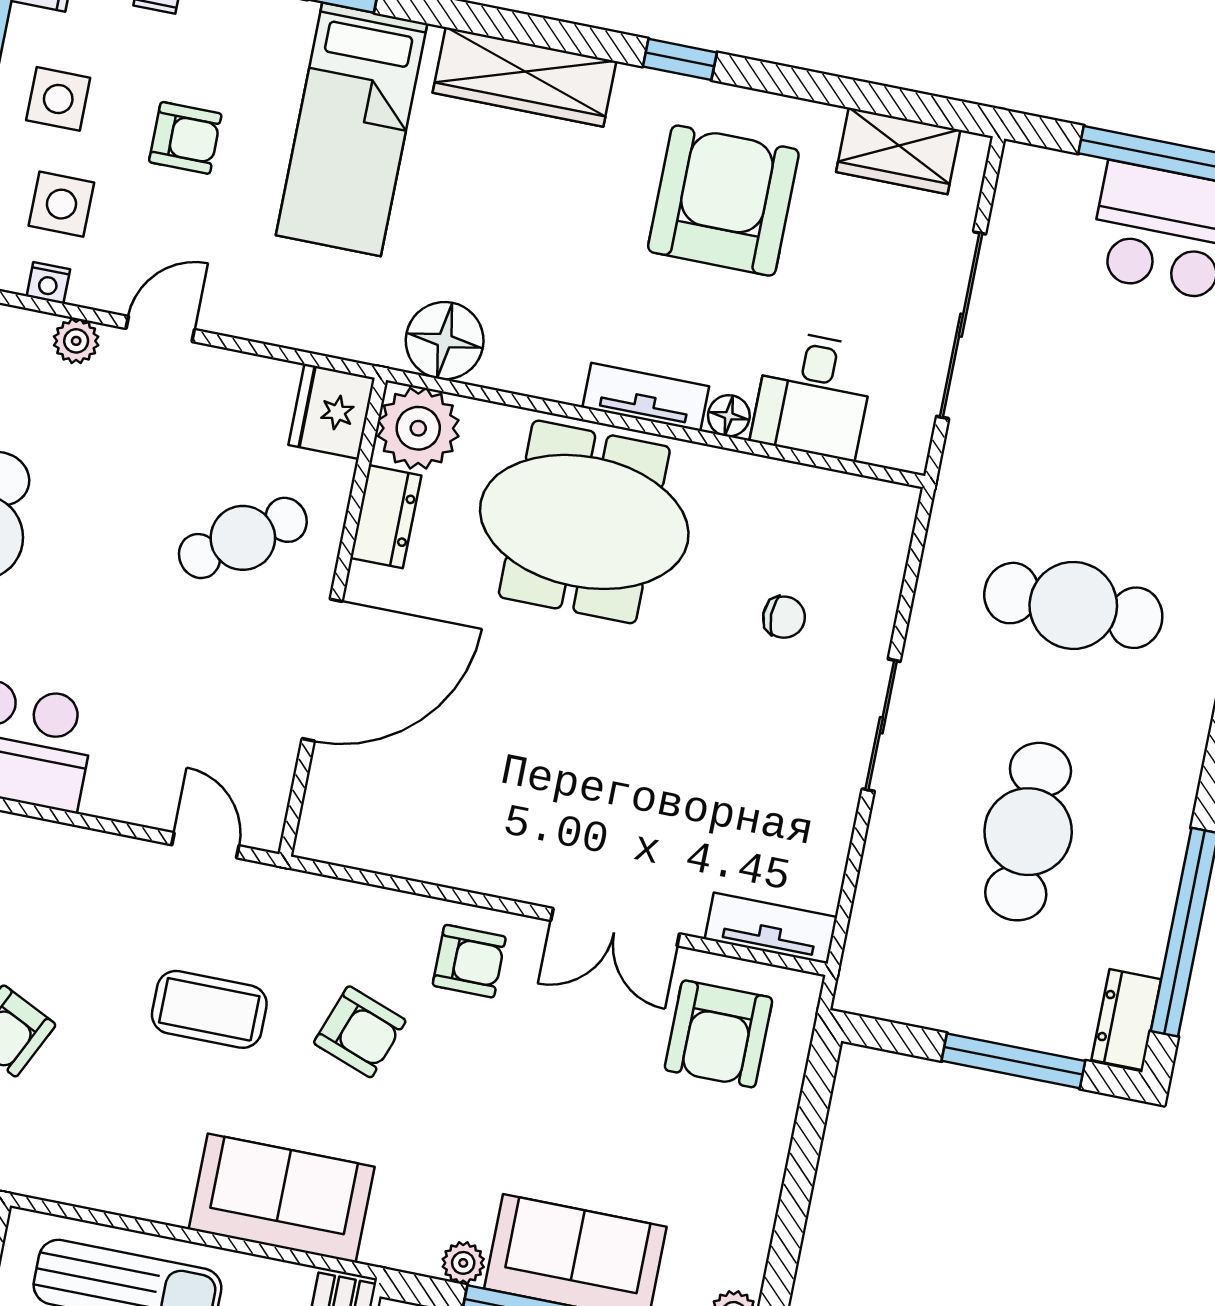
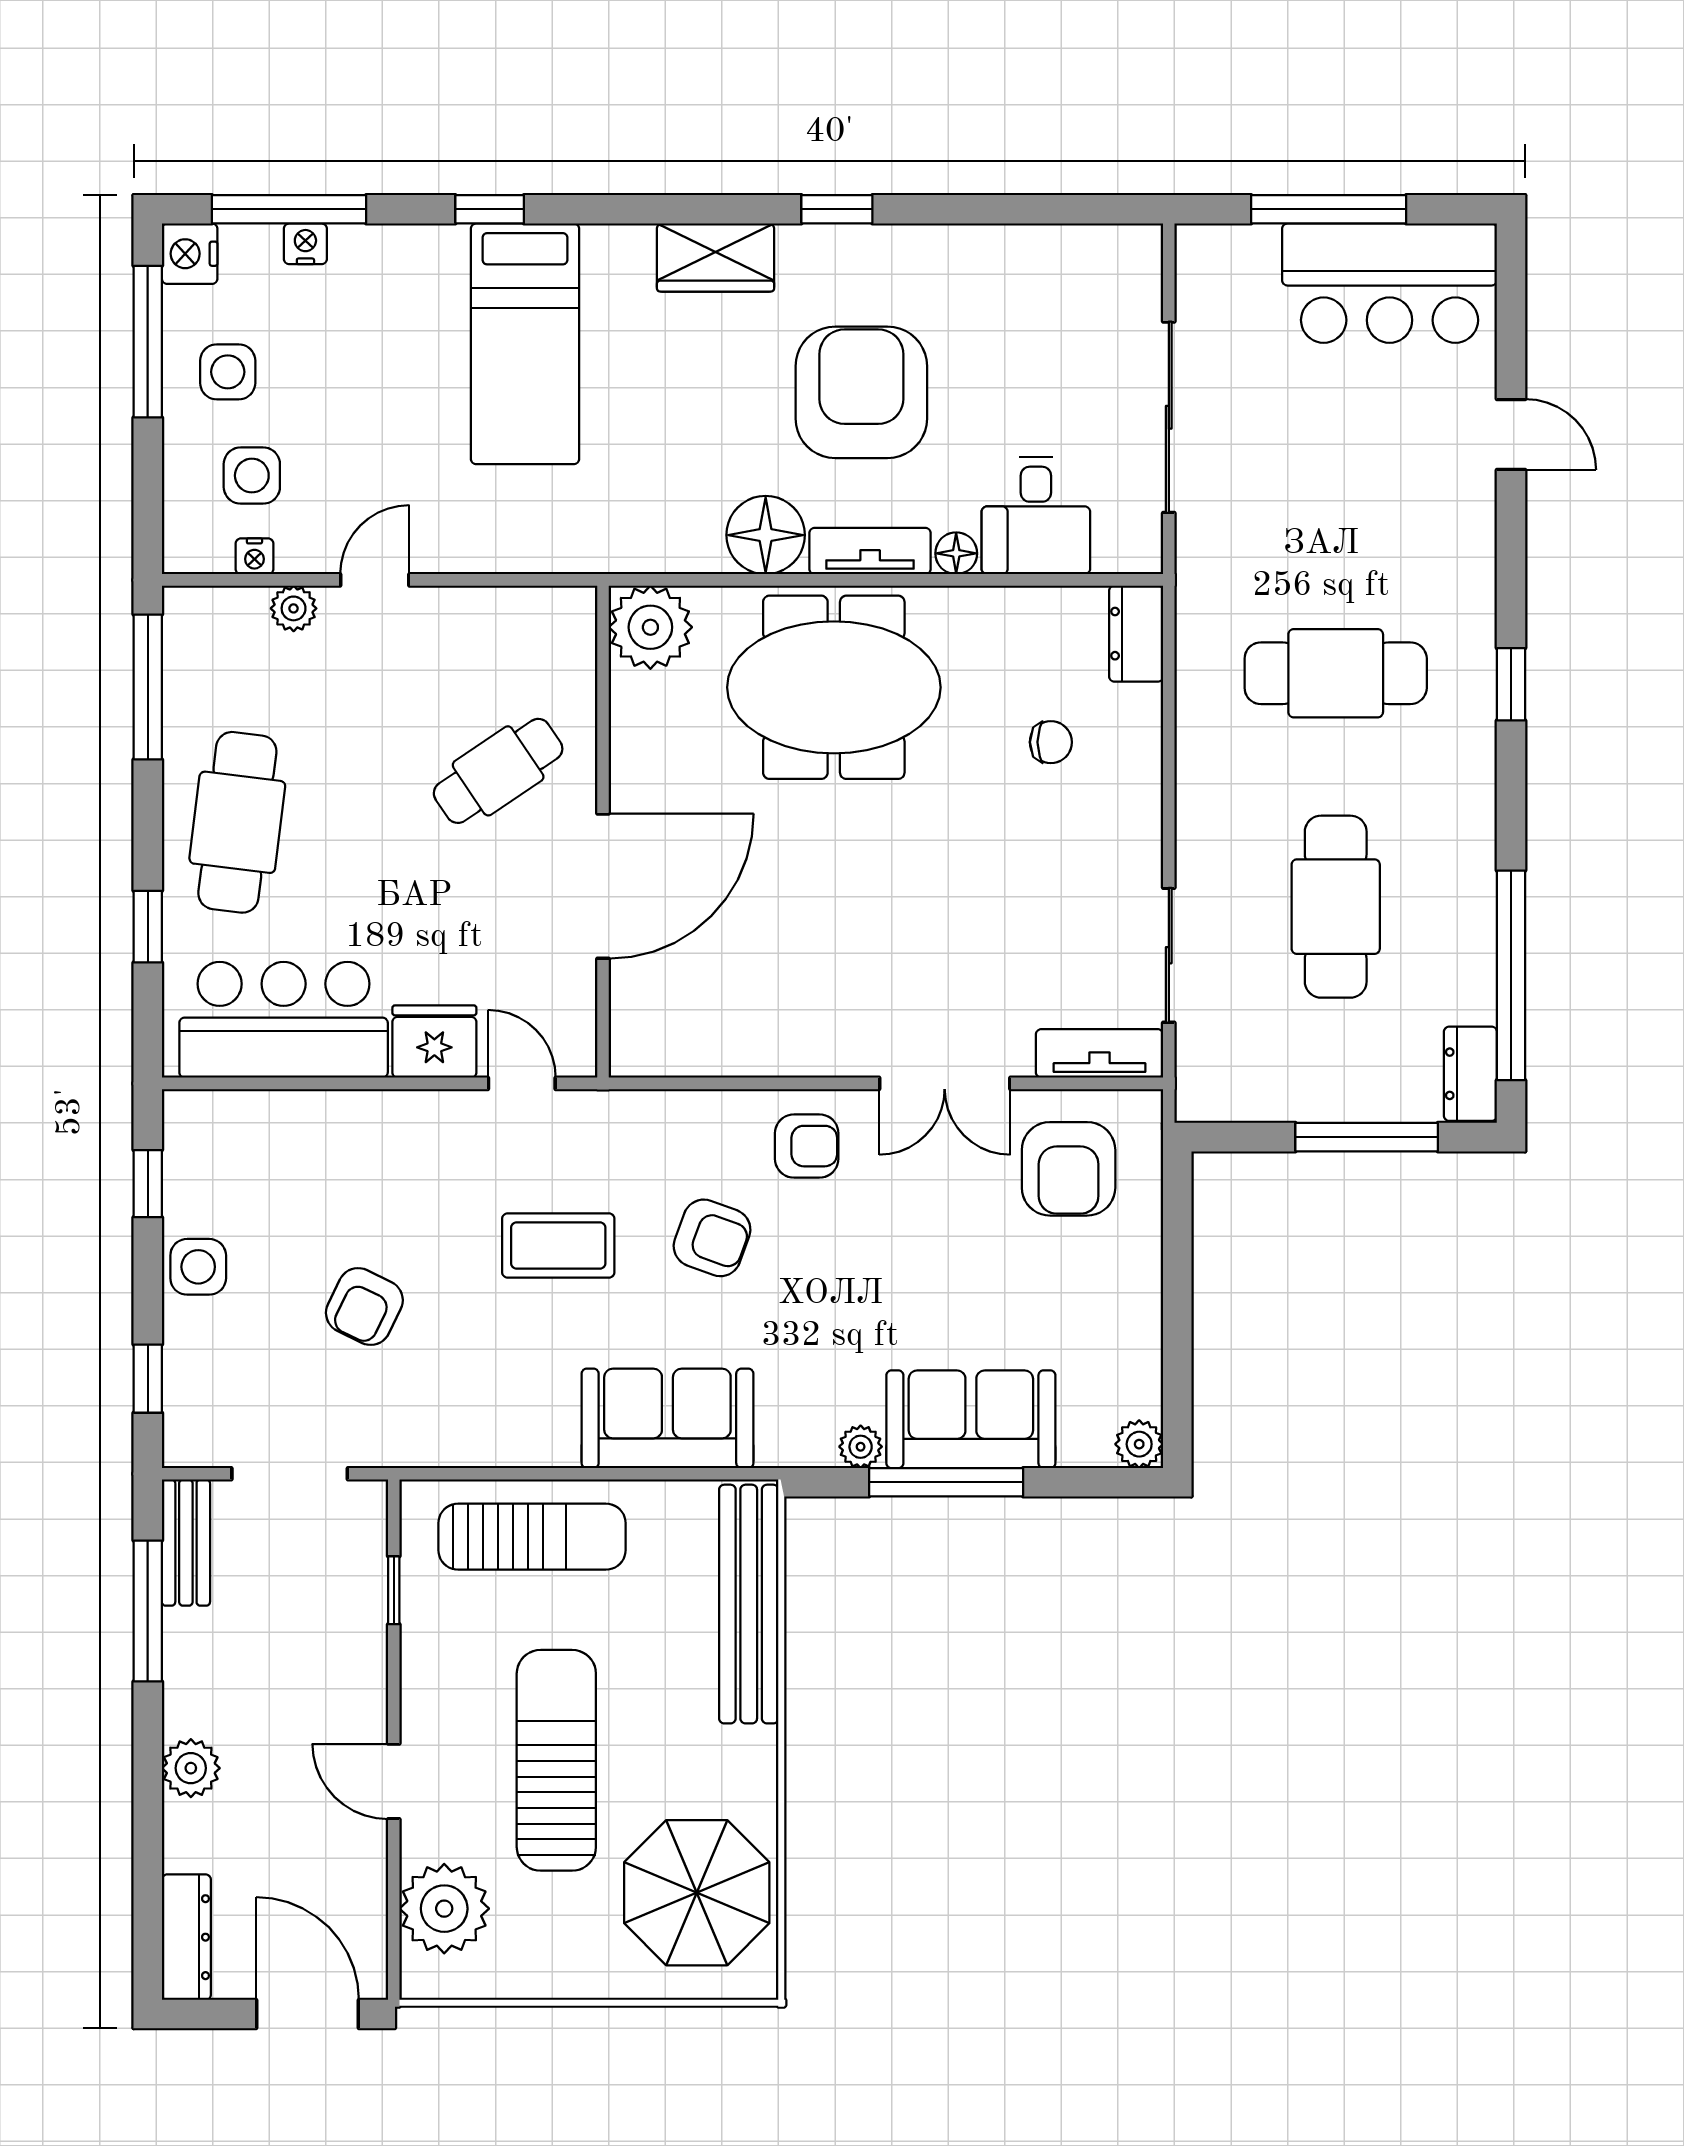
wardrobe: (525, 77) -> (716, 257), width x0.67
armchair: (185, 138) -> (362, 385), removed
wardrobe: (898, 151) -> (1072, 257), removed
armchair: (723, 201) -> (861, 392), moved
floor lamp: (445, 341) -> (766, 535), moved
fridge: (332, 411) -> (434, 1042), moved, turned 90
dresser: (386, 517) -> (1136, 634), moved, turned 180
sliding door: (881, 725) -> (1169, 955), moved

